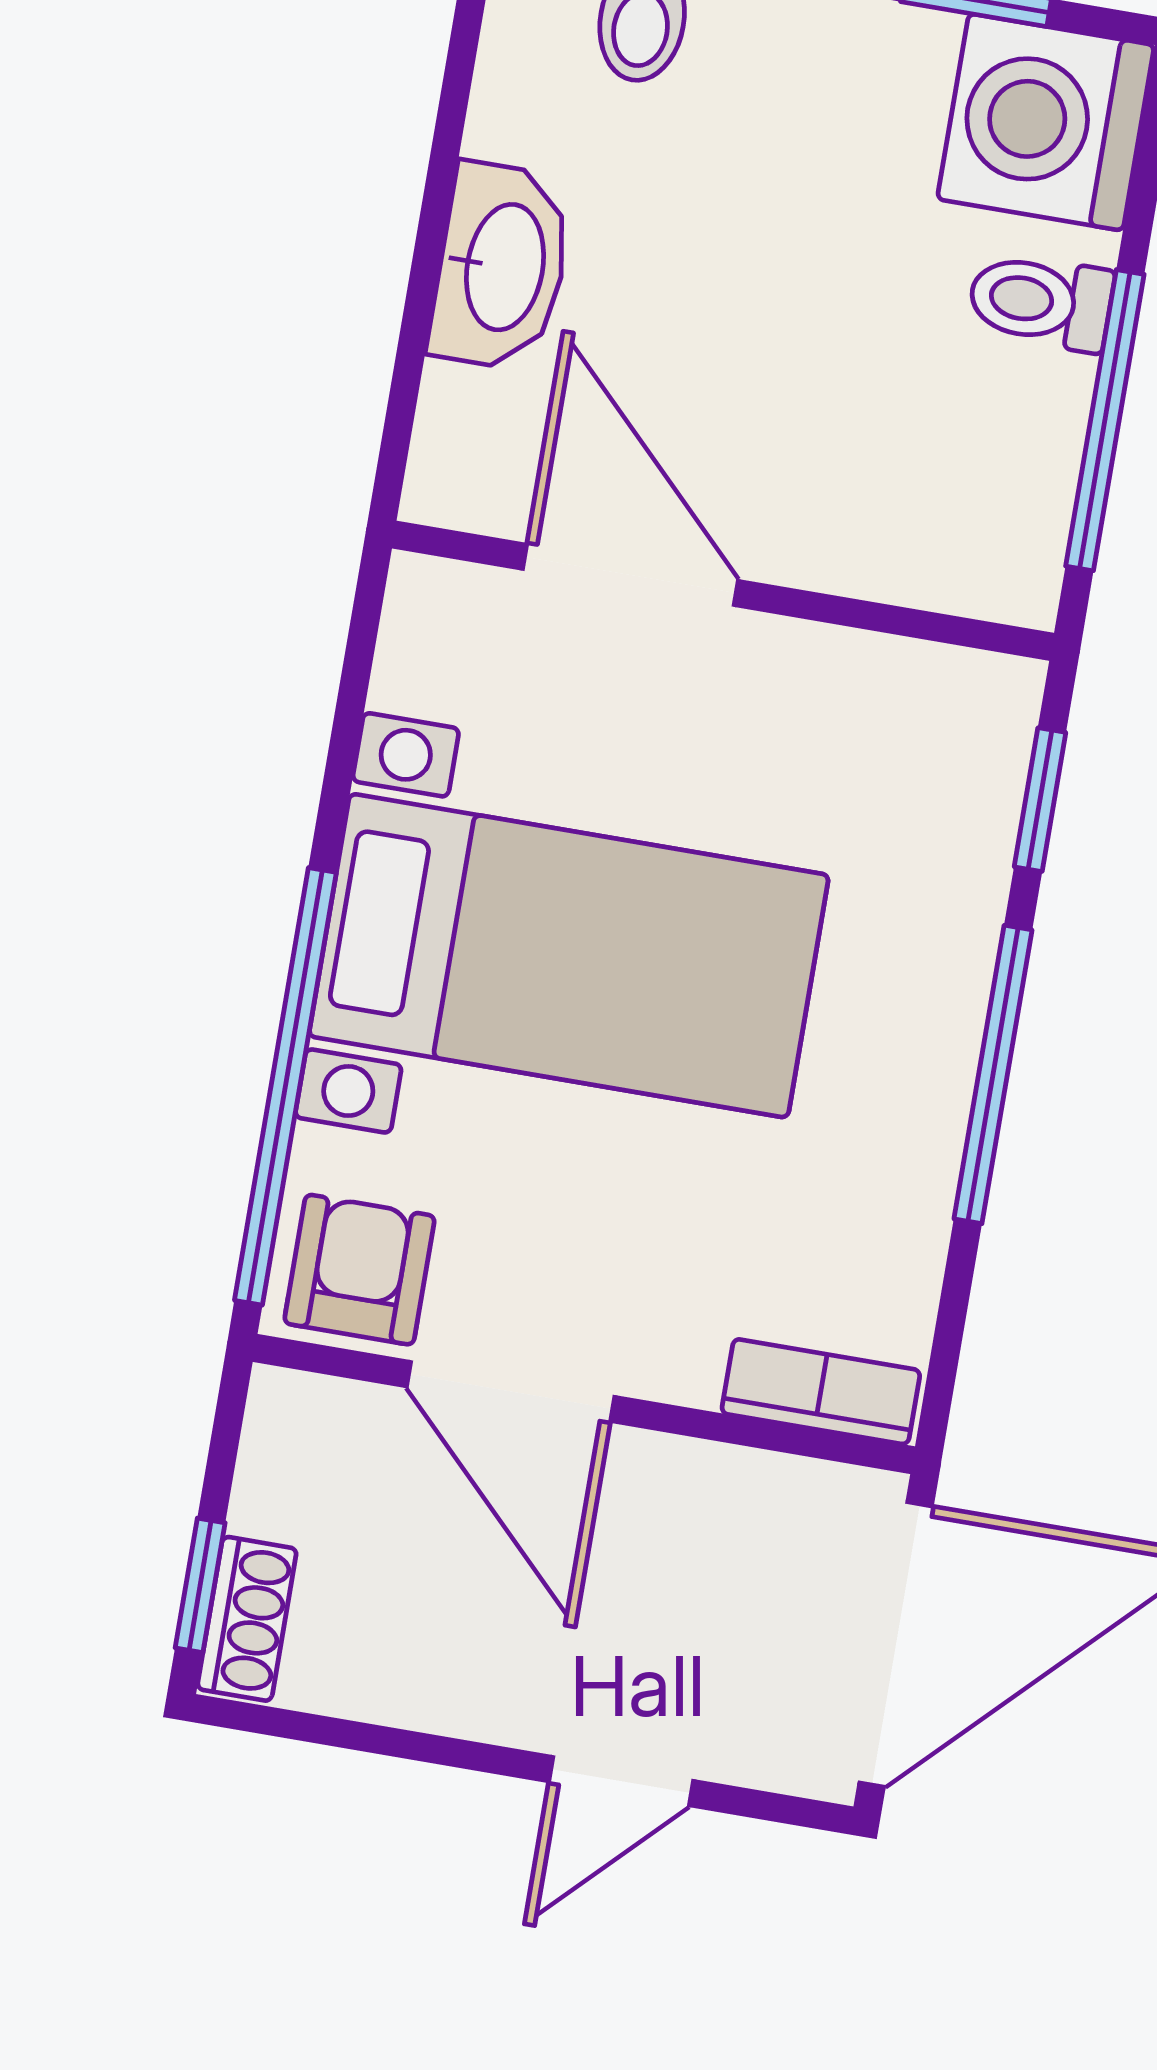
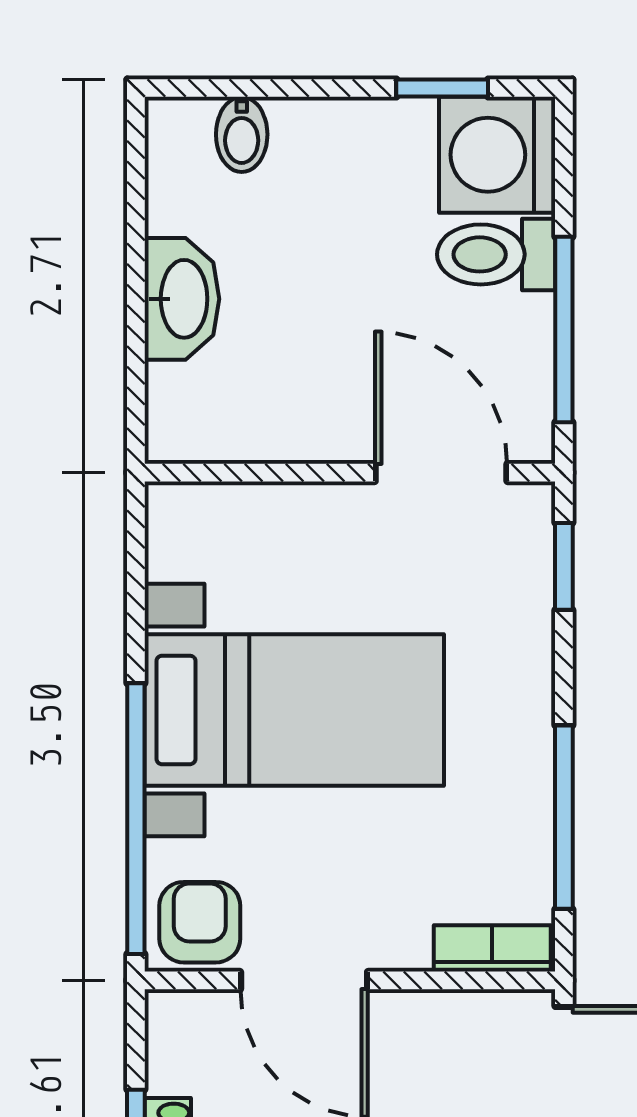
toilet: (1041, 302) -> (496, 254), width x1.37, depth x1.39
door: (630, 575) -> (441, 473), moved
window: (993, 1074) -> (564, 817), moved

